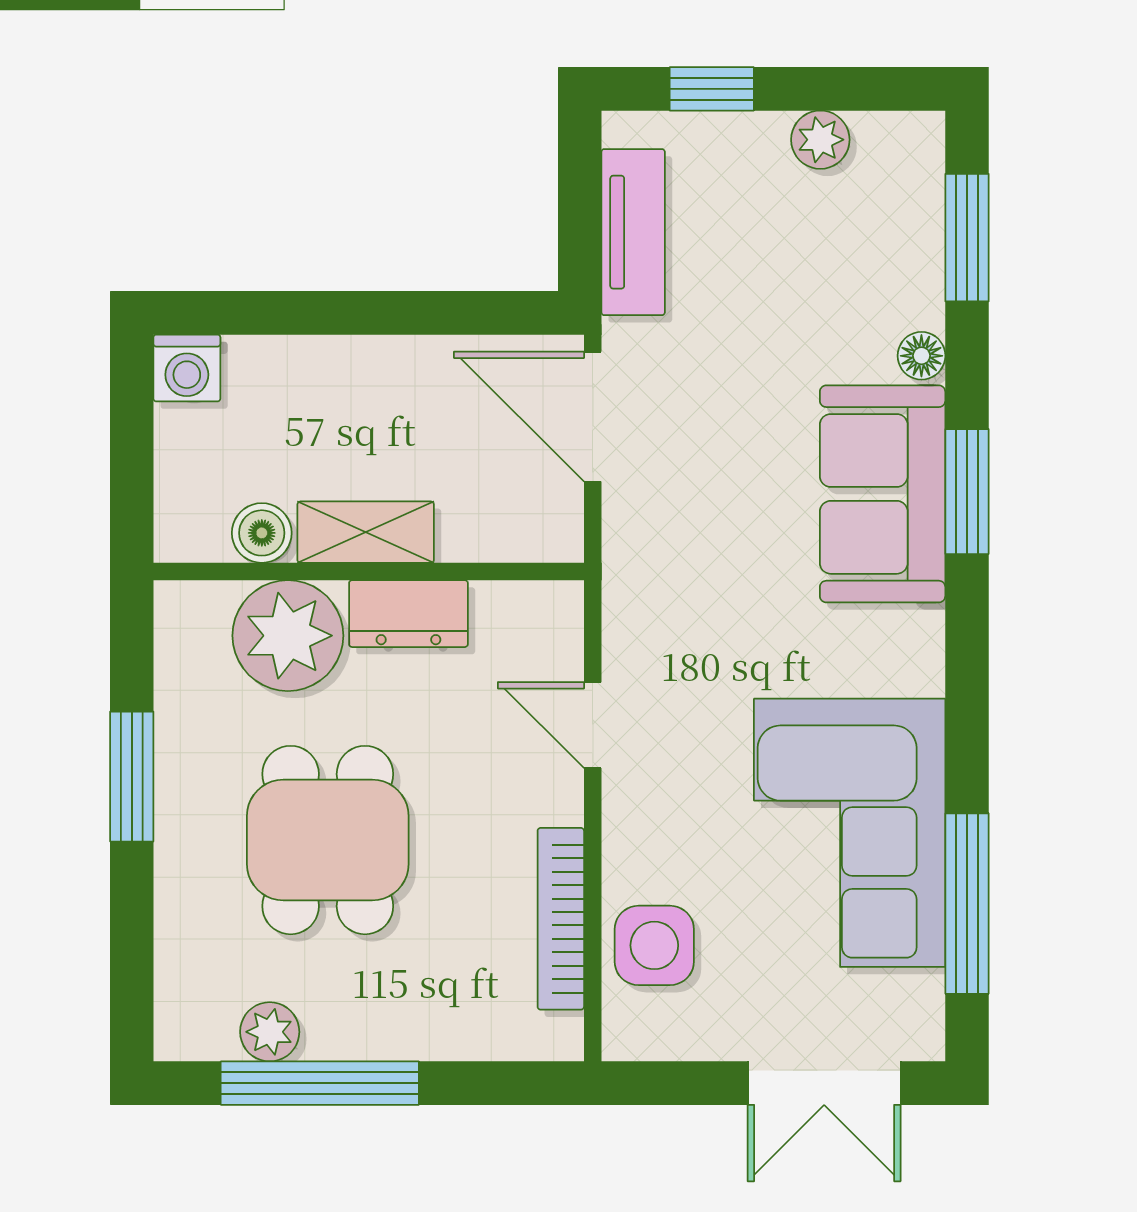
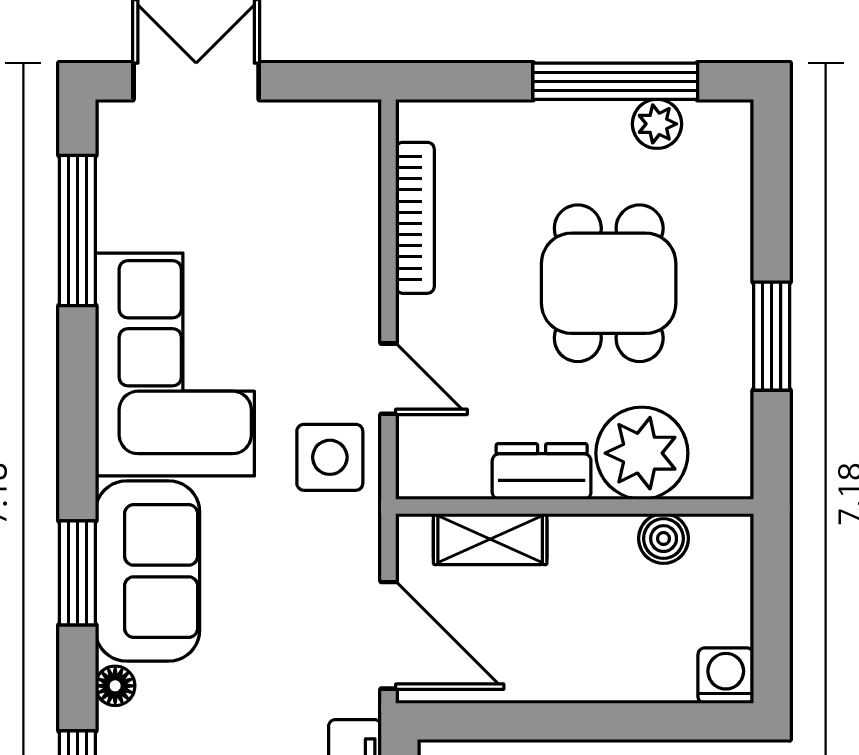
shelving: (366, 532) -> (490, 539), moved
corner sofa: (850, 833) -> (175, 364), moved
side table: (654, 945) -> (330, 457), moved

